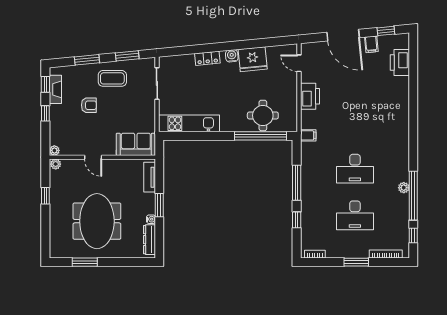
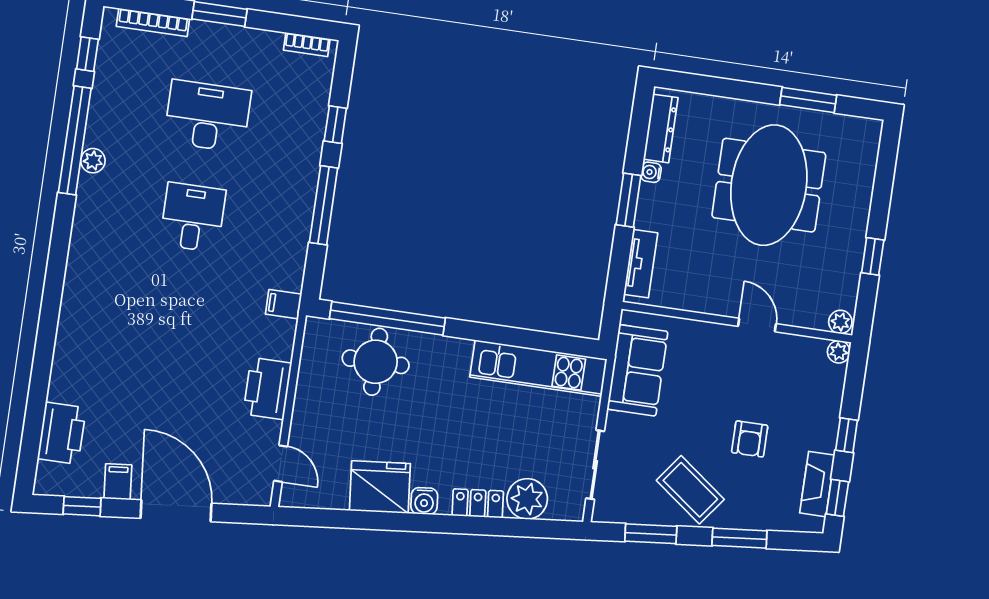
plant: (185, 64) -> (527, 499), added
coffee table: (112, 78) -> (690, 490), turned 37
armchair: (89, 105) -> (750, 439), turned -90
sofa: (136, 144) -> (637, 370), moved, turned -90
desk: (355, 169) -> (193, 217), width x0.73

